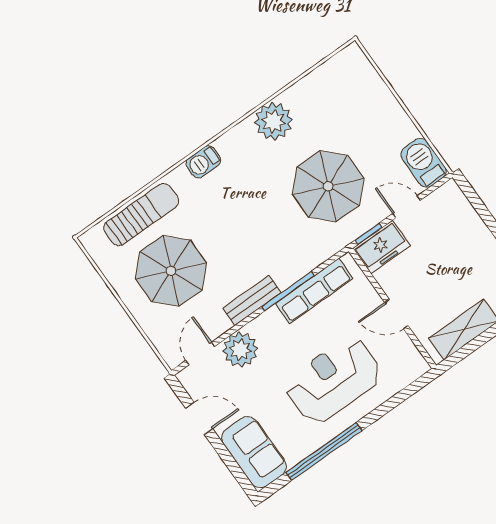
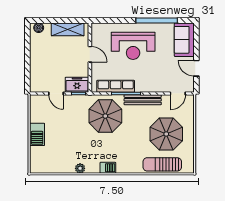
plant: (273, 121) -> (80, 168), width x0.53, depth x0.53
barbecue: (203, 162) -> (108, 168), moved
barbecue: (424, 163) -> (37, 134), moved
parasol: (328, 186) -> (105, 116), moved
bench: (252, 300) -> (143, 100), width x1.36
plant: (240, 350) -> (161, 84), removed

